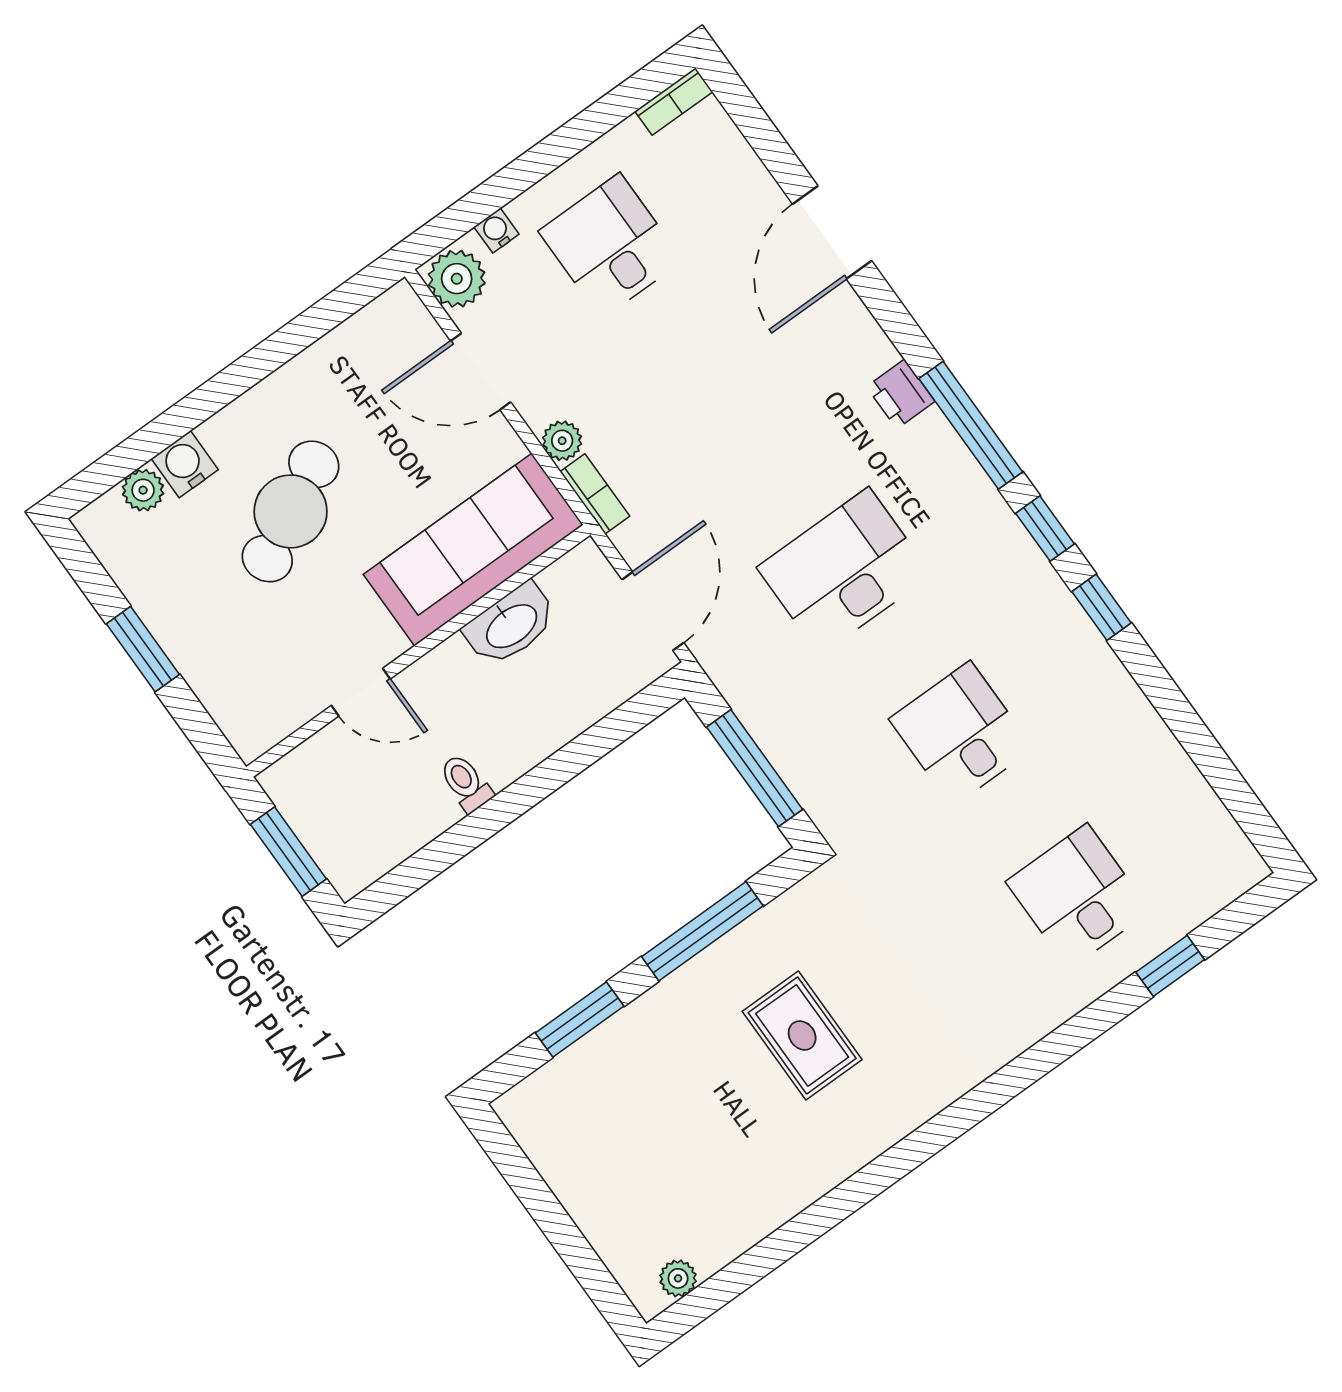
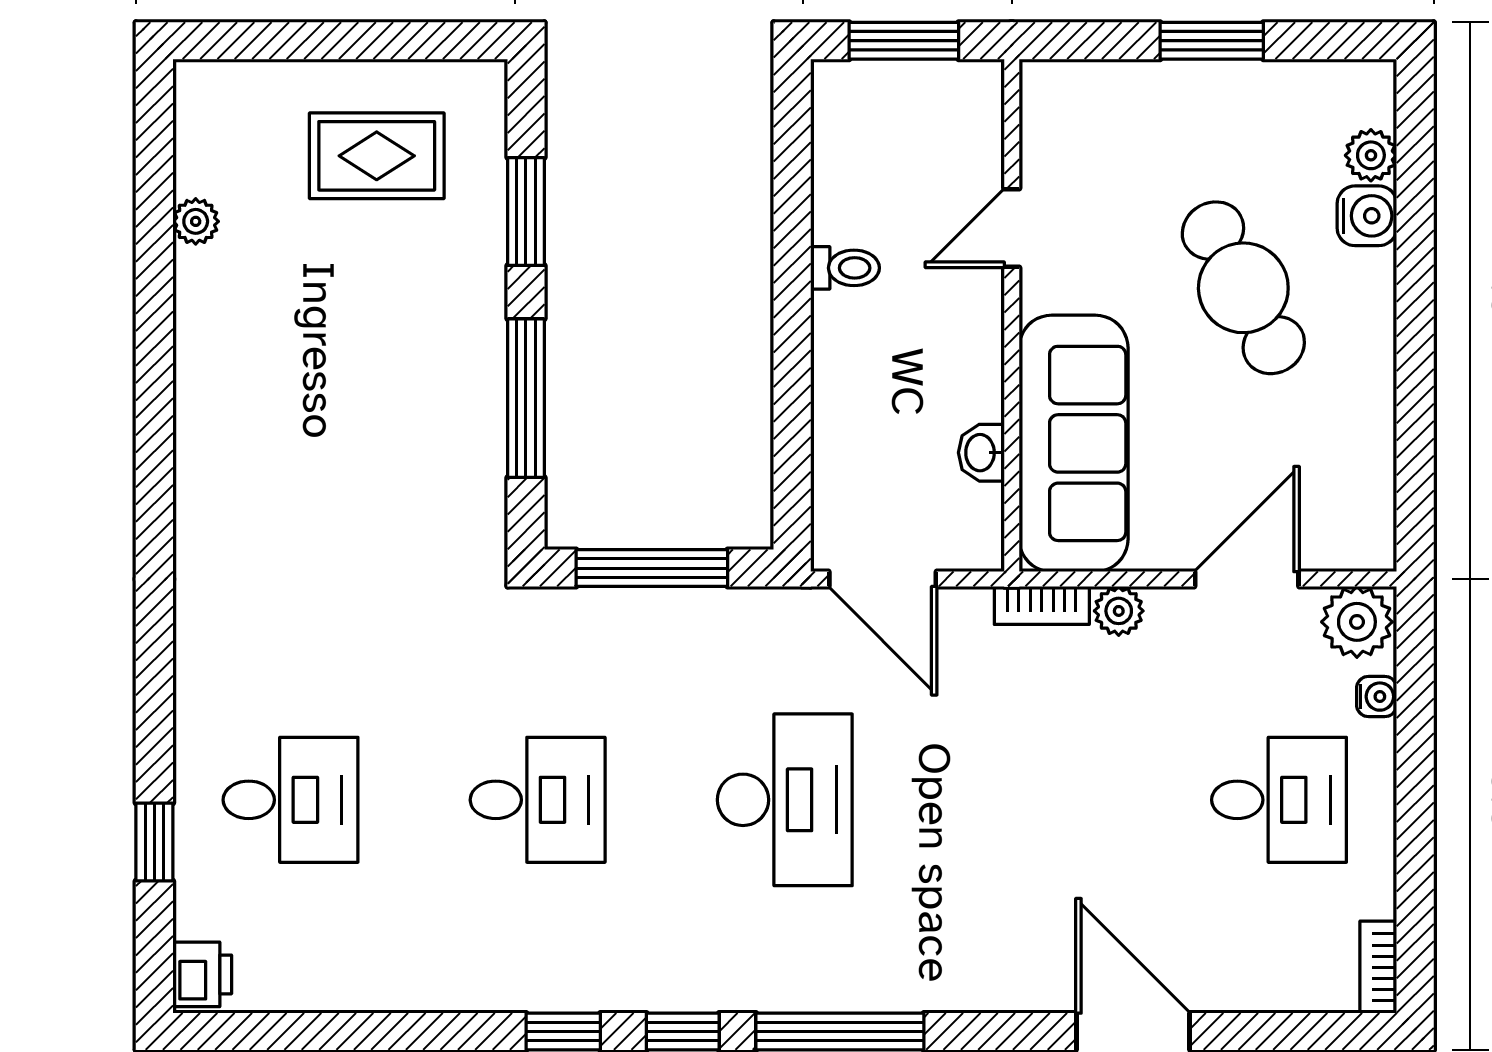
printer: (901, 394) -> (202, 974), moved, turned 90
washbasin: (511, 625) -> (981, 453), width x0.52, depth x0.69
rug: (802, 1035) -> (377, 156), moved
plant: (678, 1278) -> (196, 221), moved

